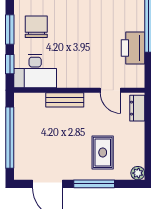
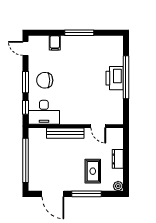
chair: (36, 27) -> (45, 80), turned -90
printer: (133, 48) -> (115, 78), moved
bench: (65, 100) -> (65, 133), width x1.36
dresser: (137, 108) -> (118, 159), moved

